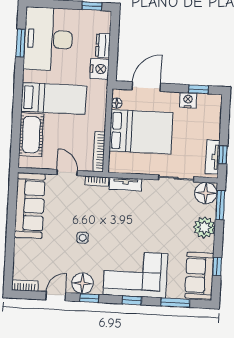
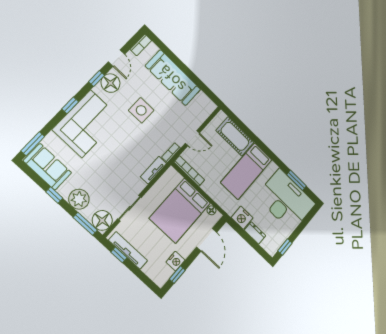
tv unit: (213, 157) -> (128, 250), width x1.41
sofa: (30, 206) -> (173, 78), moved
side table: (83, 238) -> (141, 110), width x1.87, depth x1.87
window: (217, 266) -> (54, 195), moved
window: (175, 303) -> (33, 144), moved

